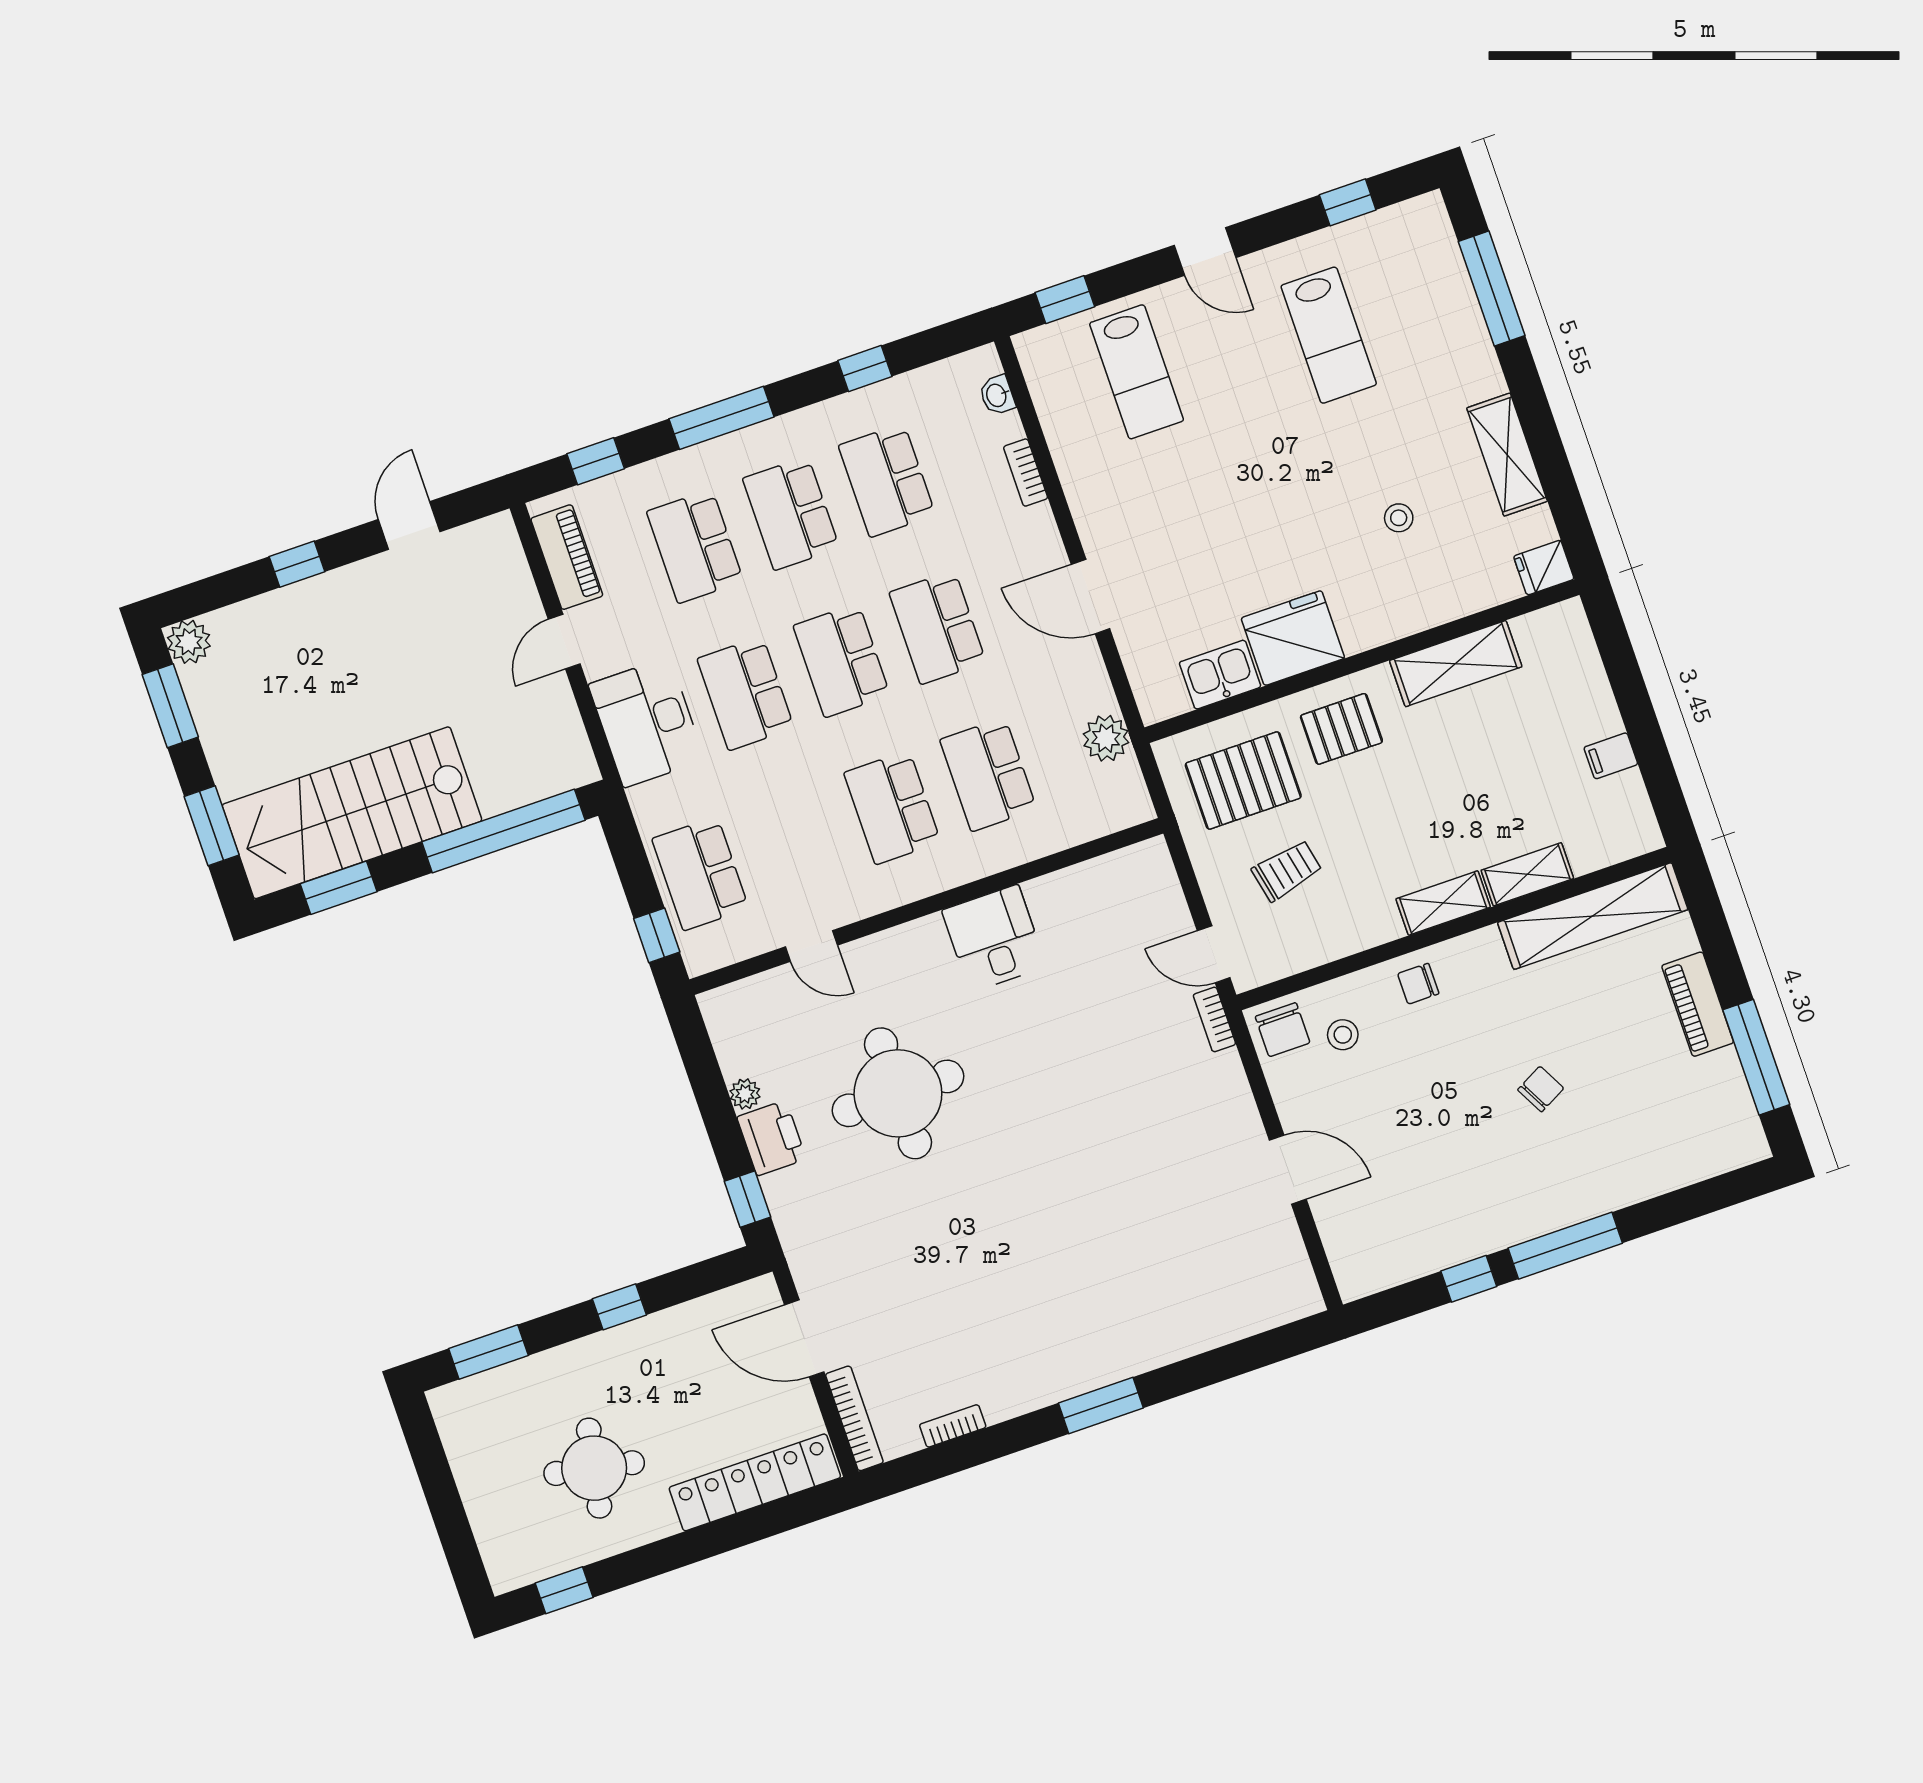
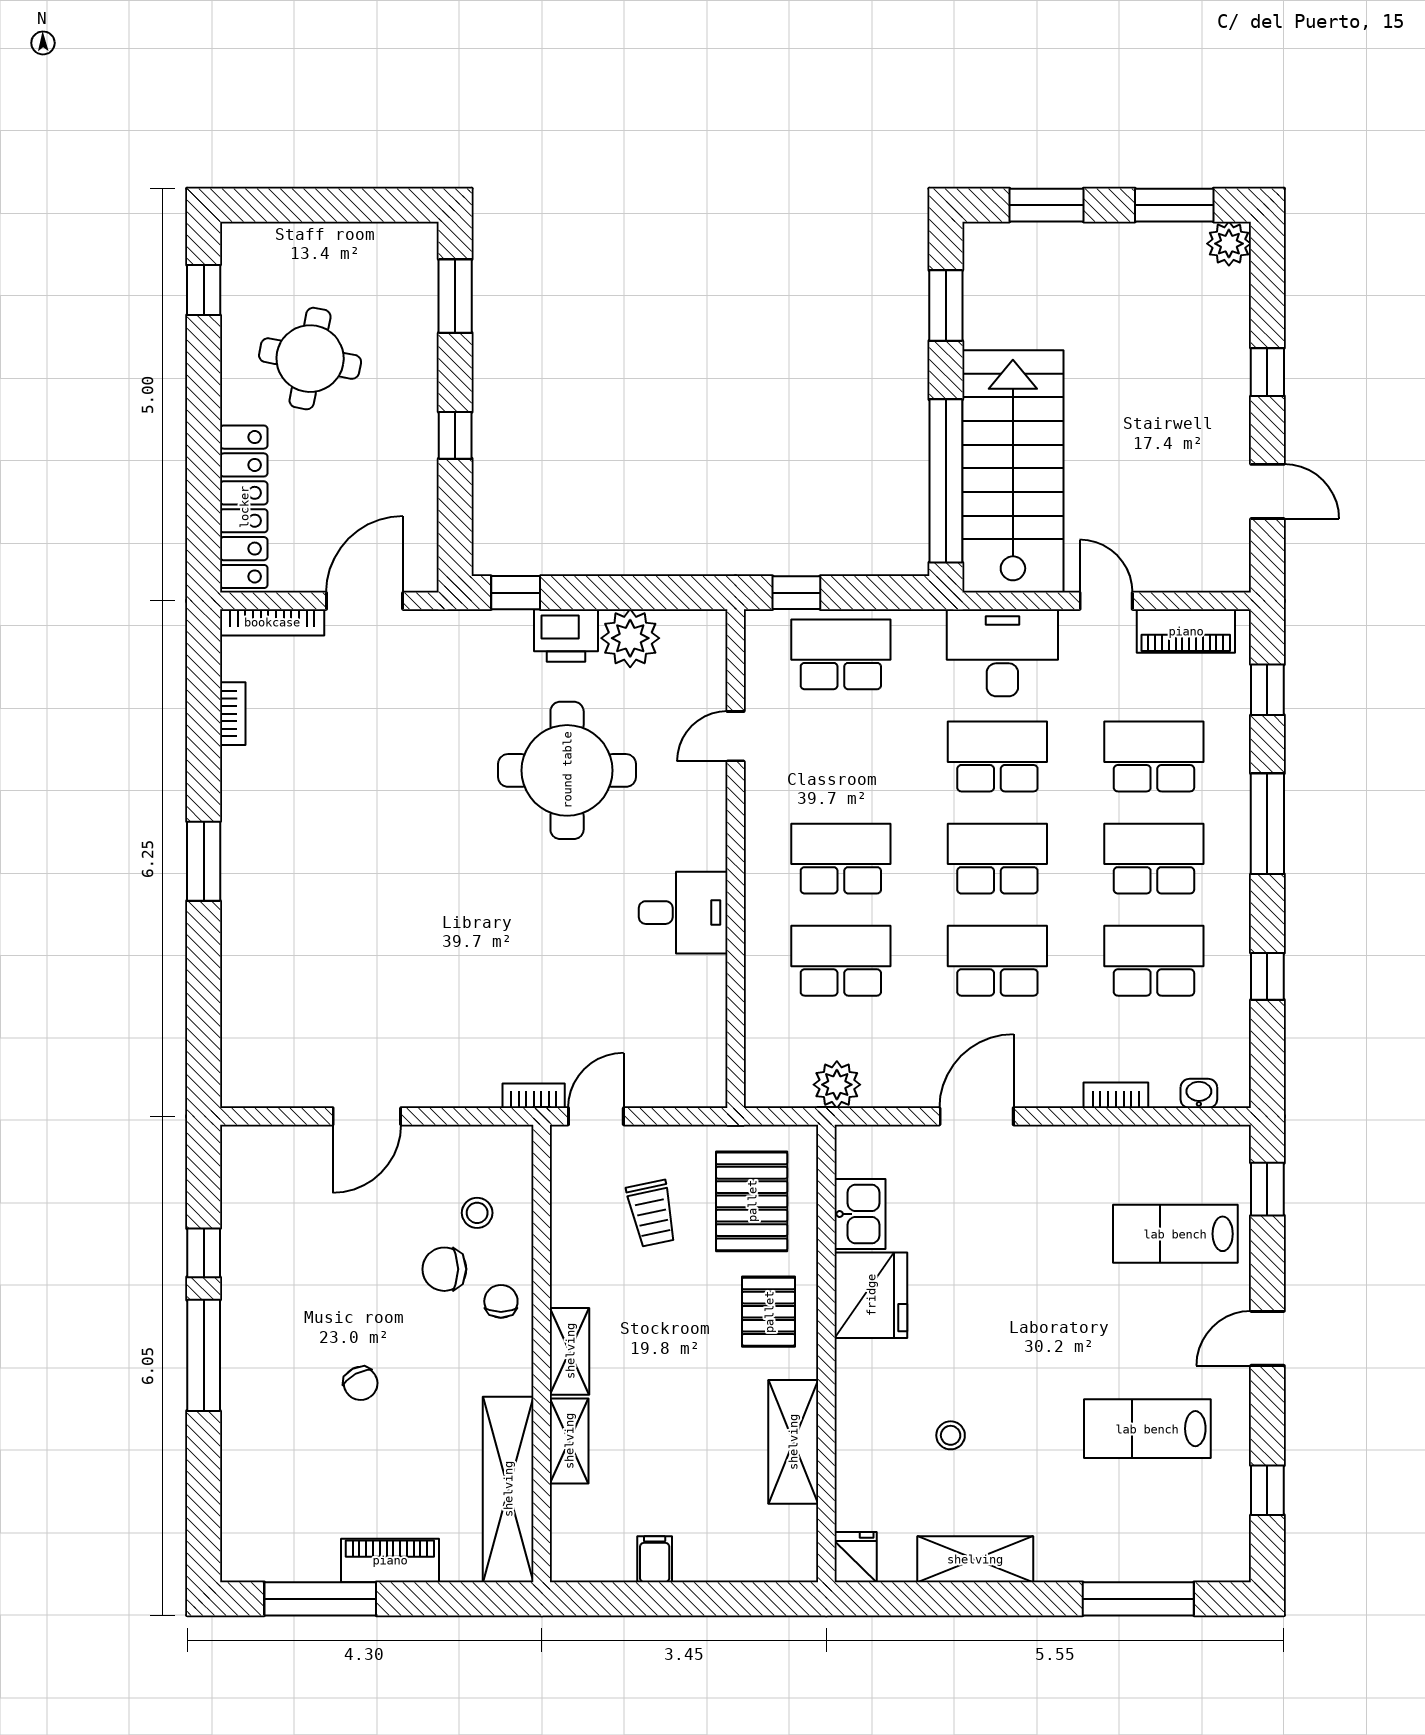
stairs: (352, 813) -> (1013, 471), moved
chair: (1283, 1030) -> (444, 1269), moved
plant: (745, 1094) -> (630, 638), width x1.87, depth x1.87

